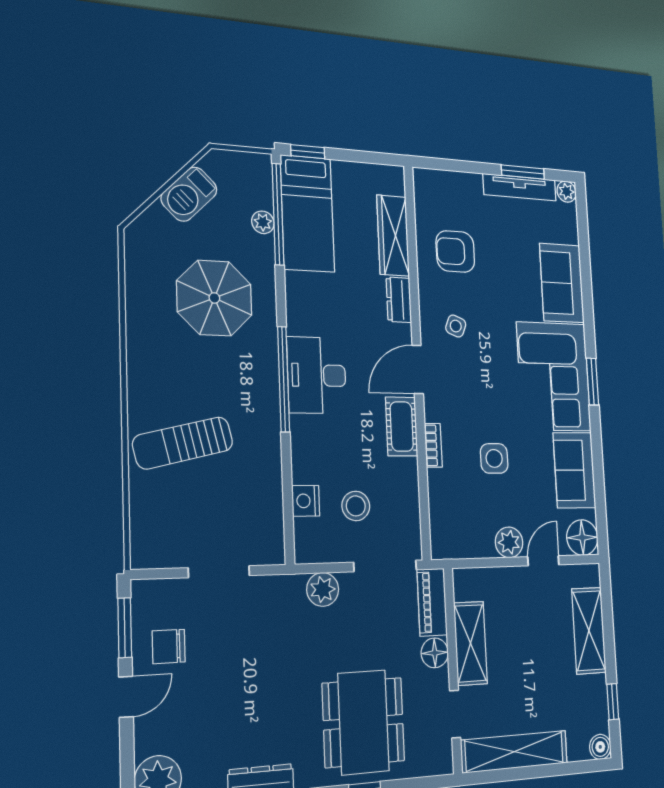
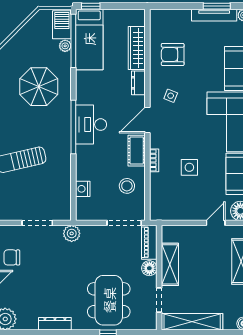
barbecue: (189, 194) -> (62, 25), moved, turned 135
stool: (356, 506) -> (127, 186), moved
plant: (509, 542) -> (196, 212), removed
plant: (323, 589) -> (72, 233), moved

